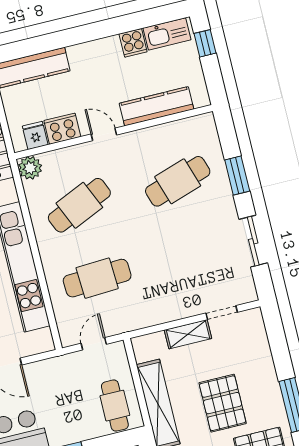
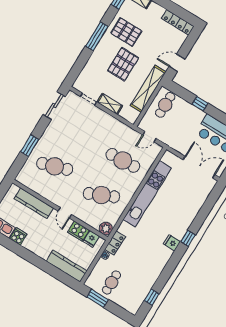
sliding door: (253, 241) -> (54, 106), moved

